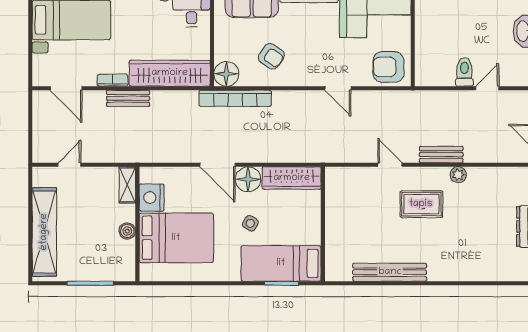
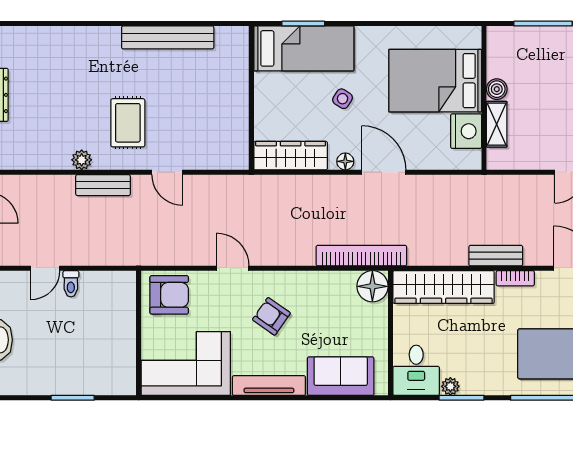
armchair: (271, 56) -> (271, 316), moved
toilet: (464, 72) -> (71, 284), width x0.73, depth x0.72
floor lamp: (248, 179) -> (345, 161), width x0.53, depth x0.53
shelving: (127, 185) -> (497, 124), moved
rug: (421, 204) -> (128, 123), turned 90

